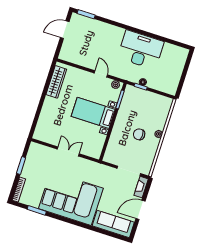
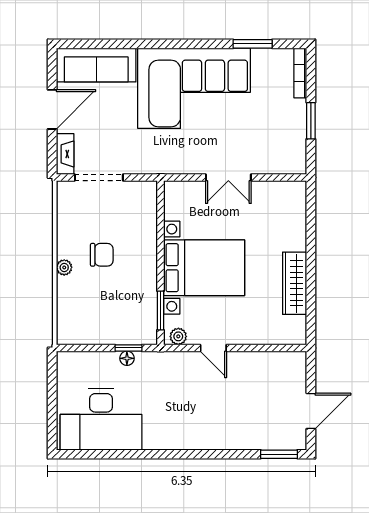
desk: (141, 50) -> (101, 419), moved
wardrobe: (56, 82) -> (295, 283), moved
bed with nightstands: (93, 113) -> (204, 268), width x1.36

